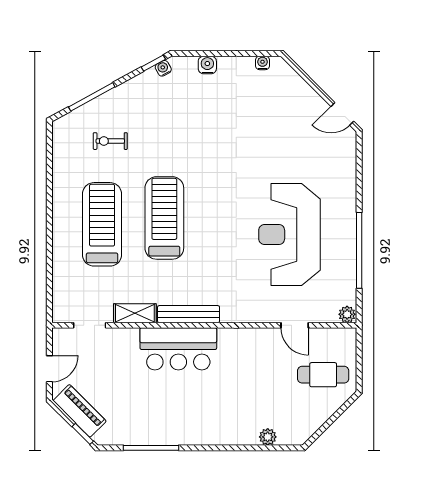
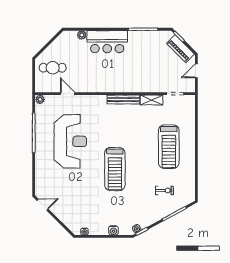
treadmill: (164, 218) -> (115, 169), moved
bar counter: (178, 349) -> (107, 42), moved, turned 180

